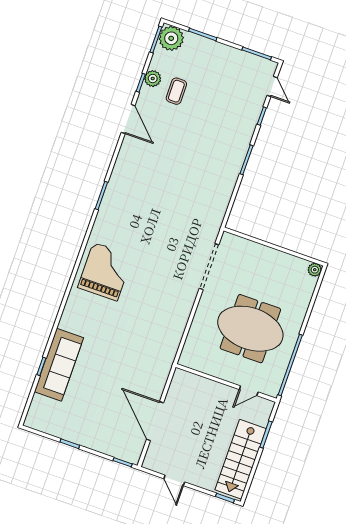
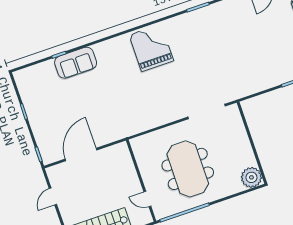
plant: (315, 270) -> (251, 177), width x1.87, depth x1.87
grand piano: (105, 272) -> (151, 48), turned -90
sofa: (59, 365) -> (76, 63), width x0.73

